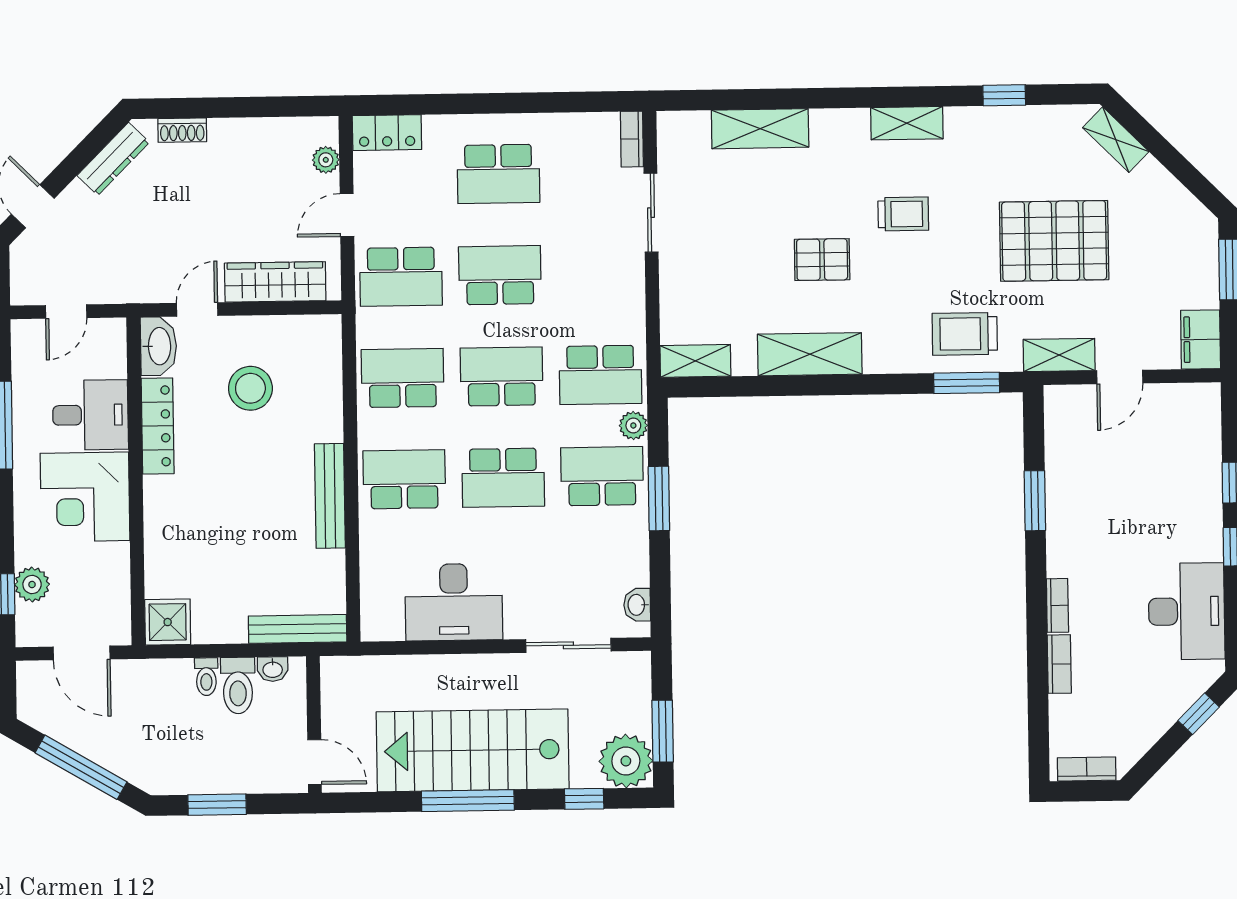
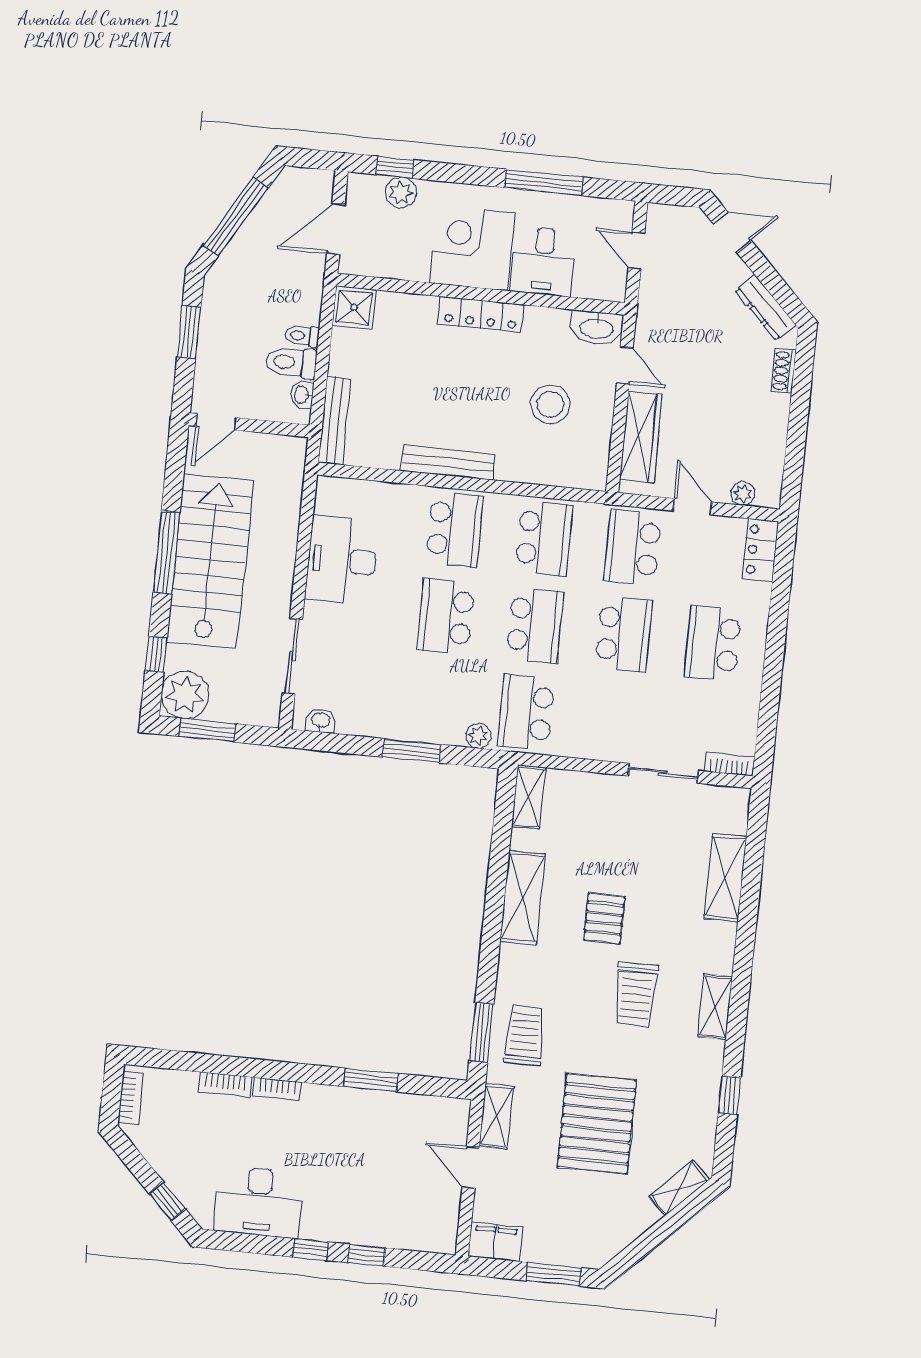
trolley: (903, 214) -> (636, 994), width x1.36, depth x1.39
locker: (158, 426) -> (481, 314), moved
school desk: (602, 476) -> (437, 703), removed

